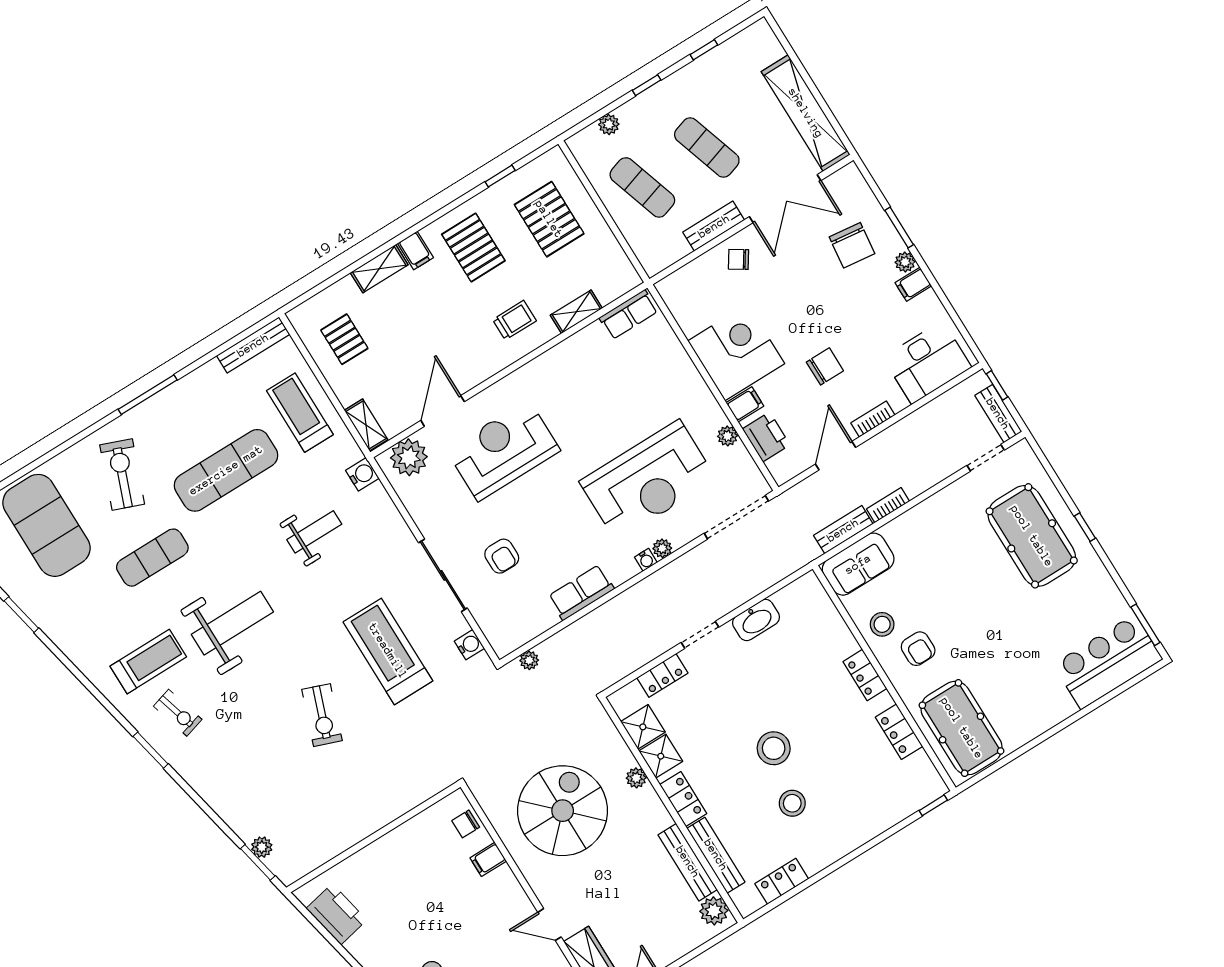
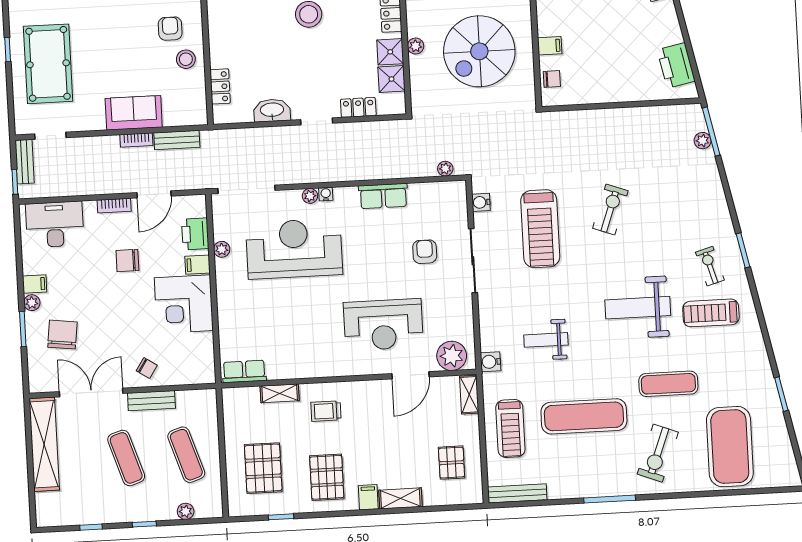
sofa: (858, 564) -> (134, 113), moved
locker: (865, 675) -> (220, 86), moved
window: (258, 862) -> (711, 132), width x1.44

